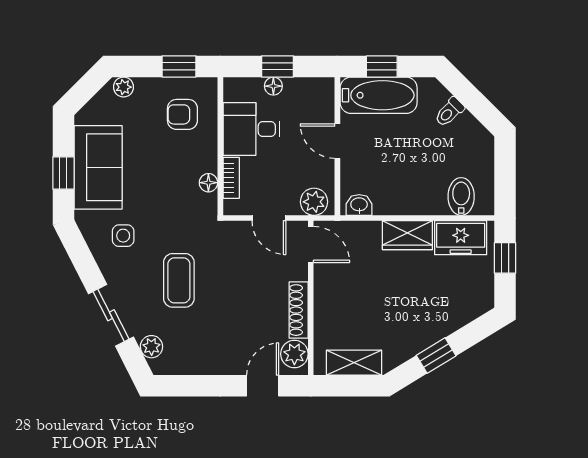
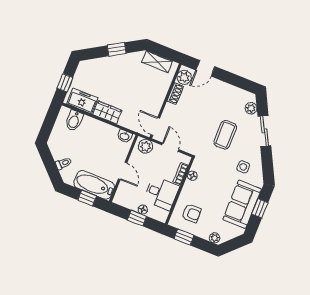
shoe rack: (299, 310) -> (175, 93), width x0.70

